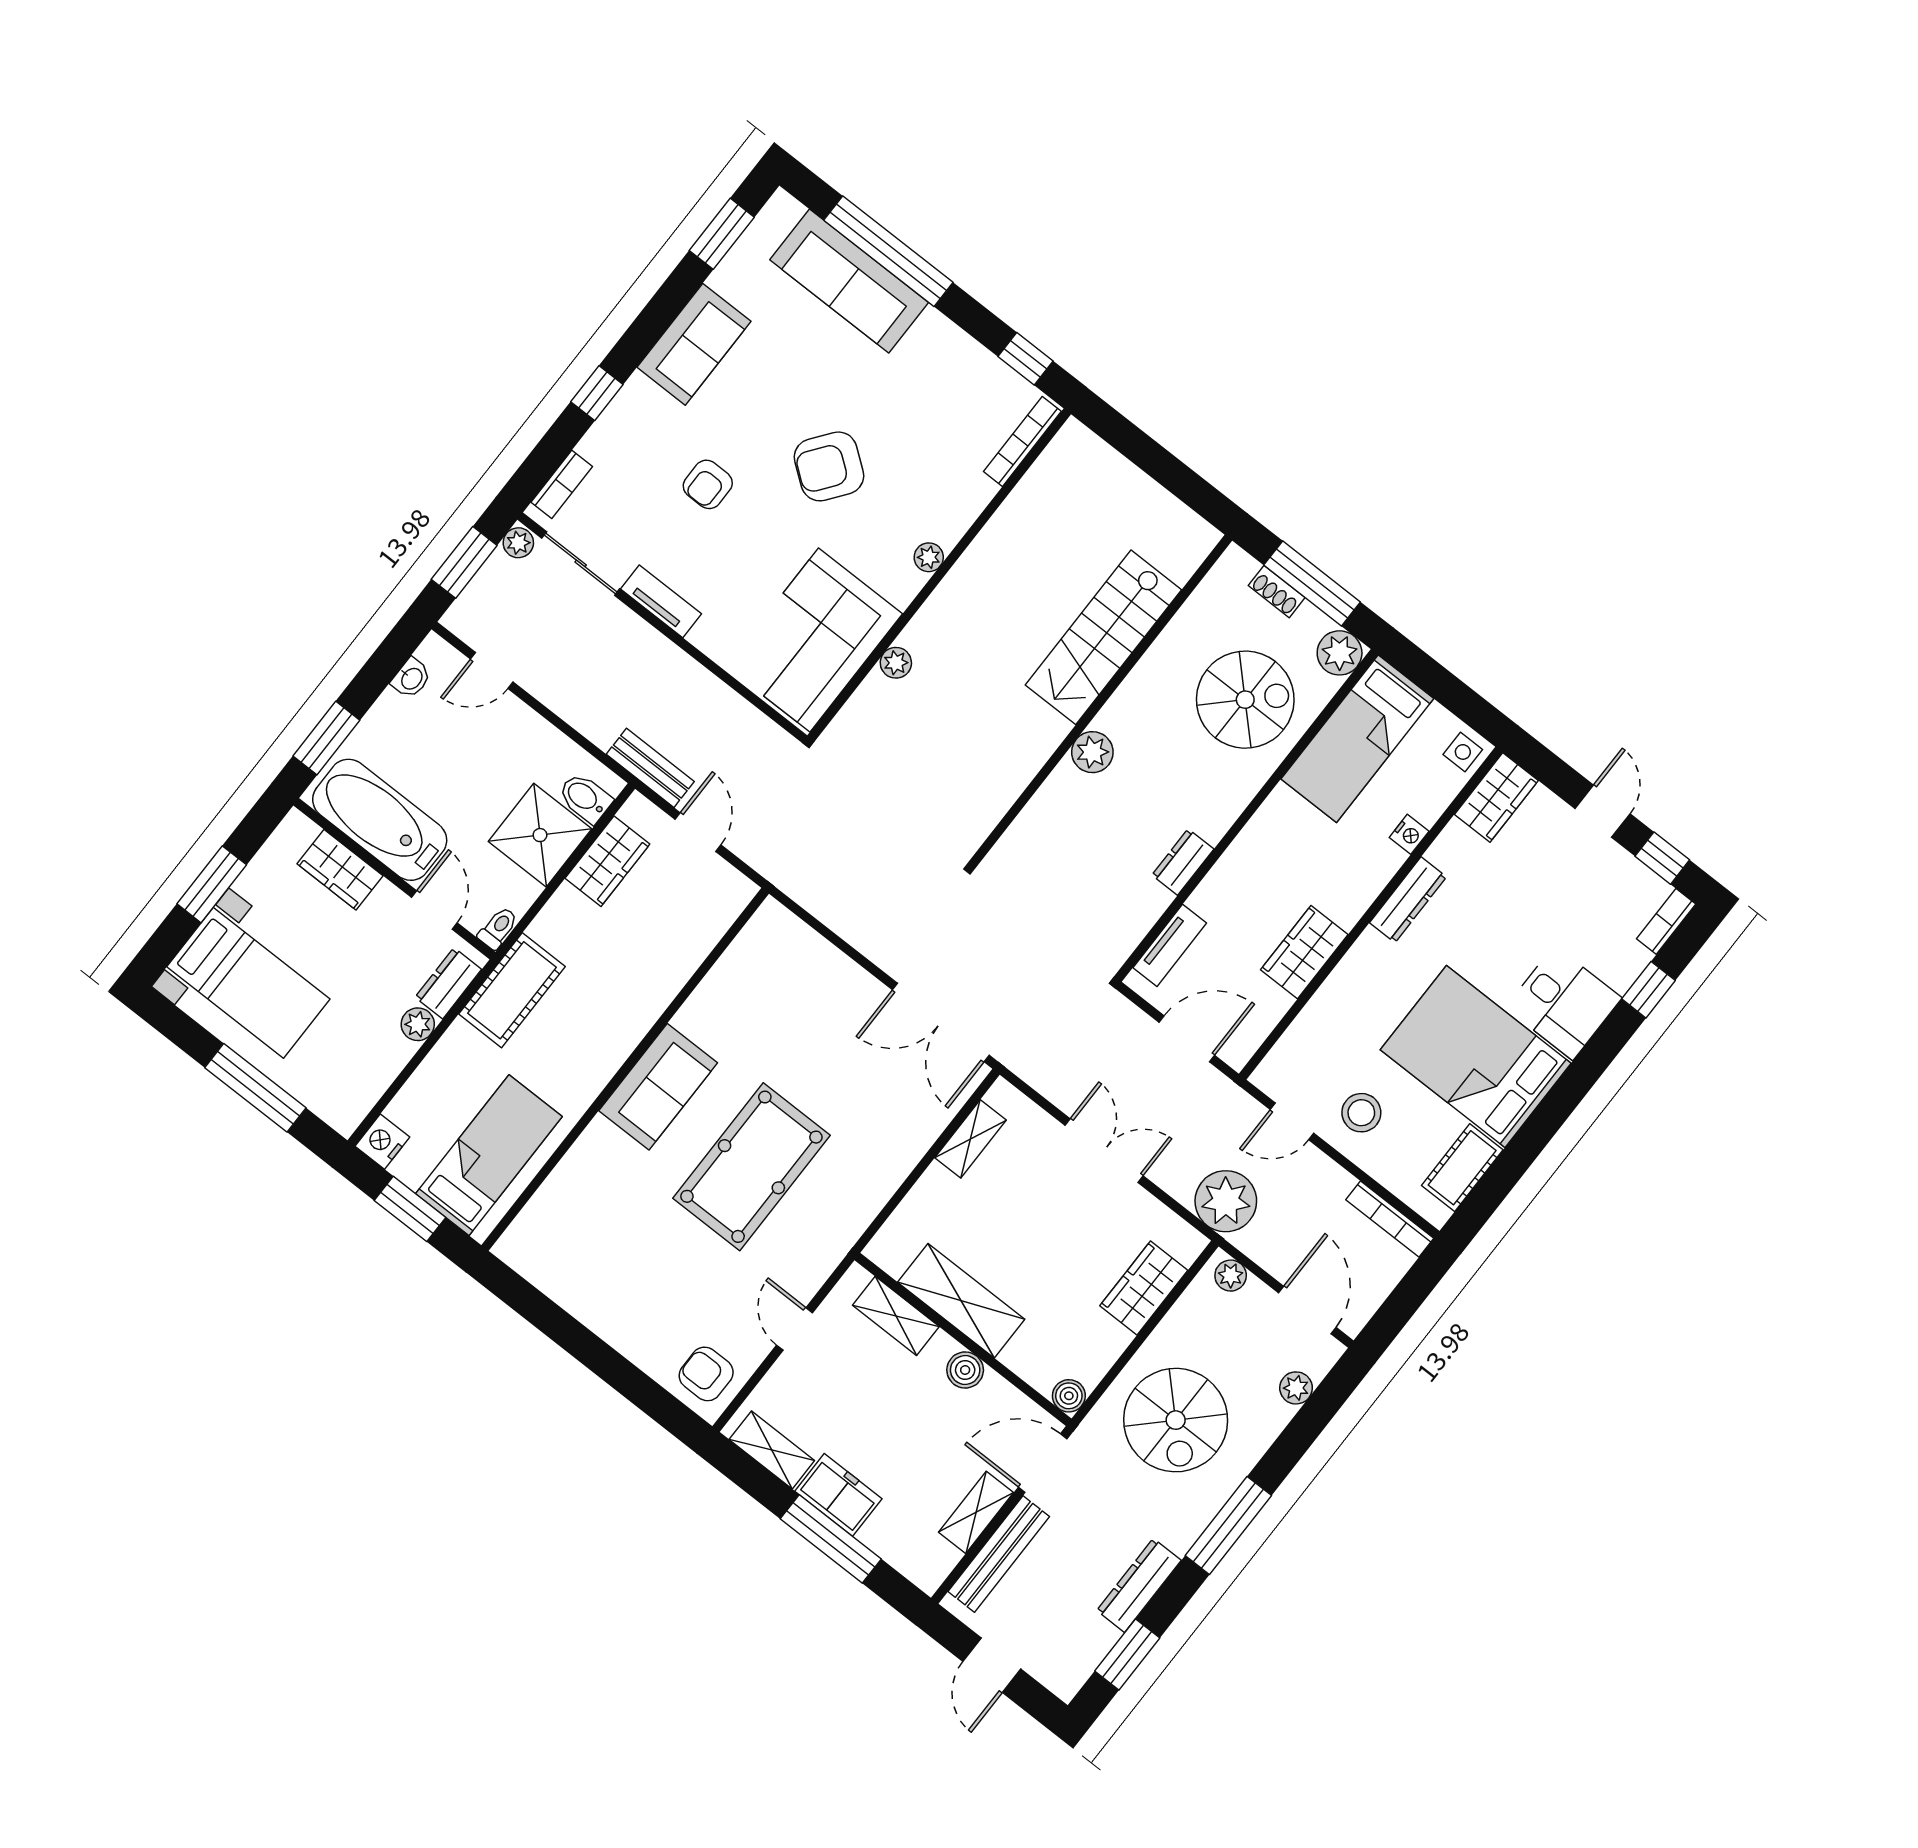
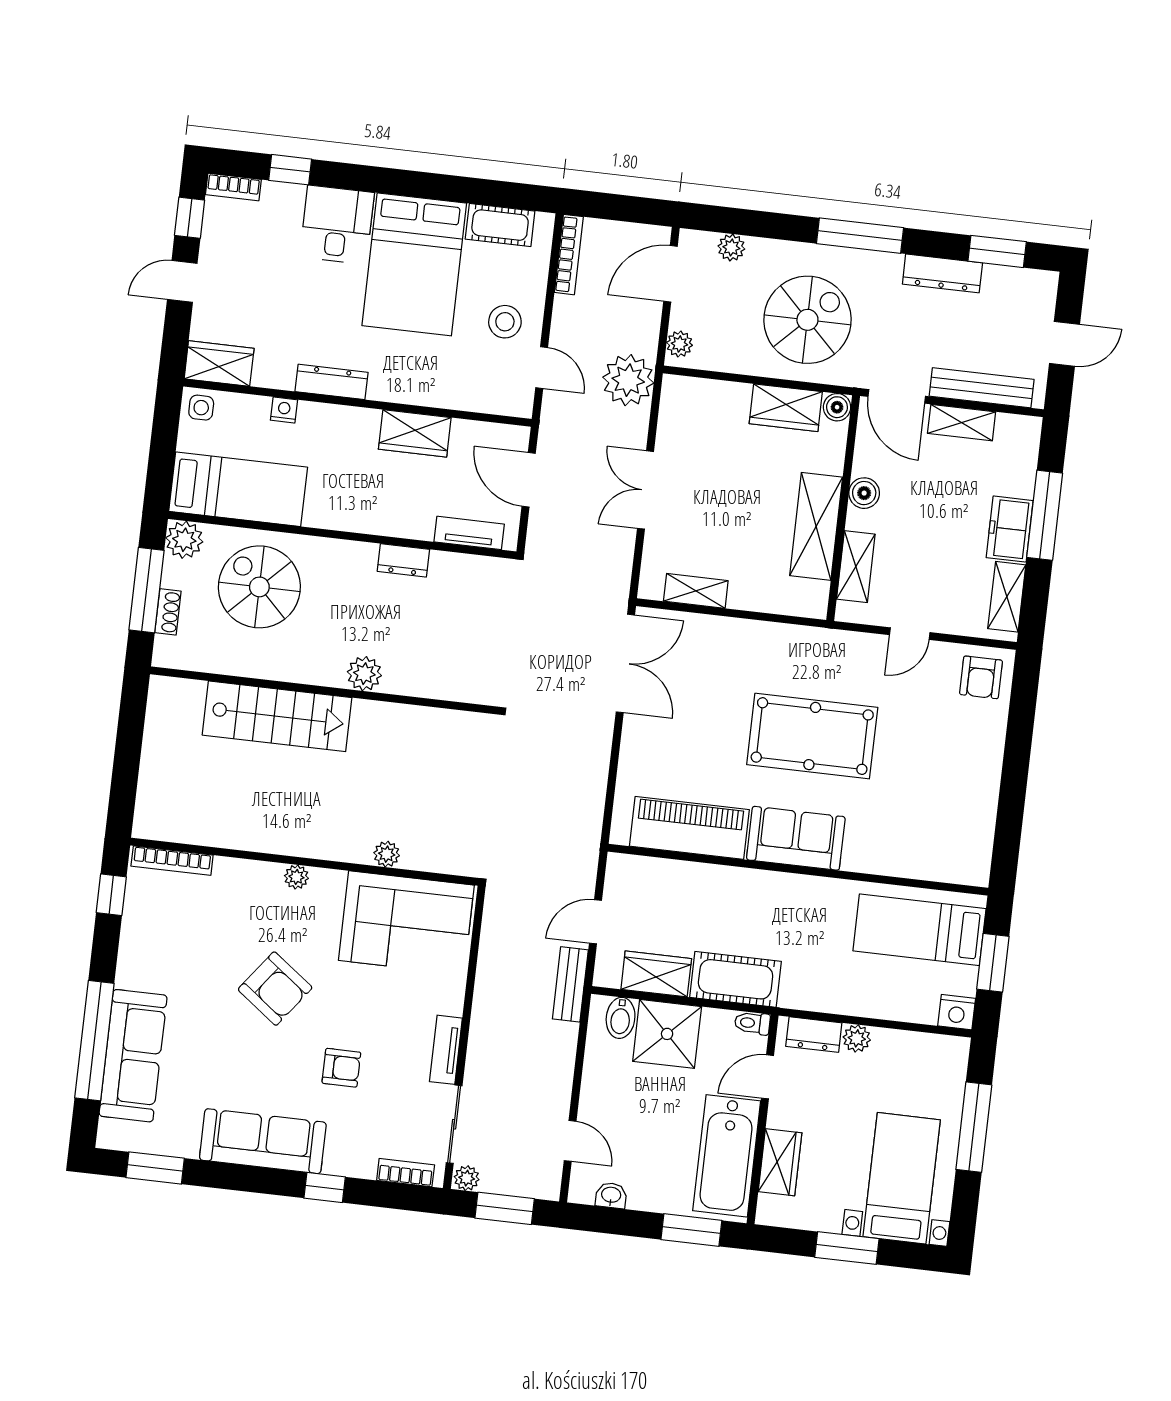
sofa: (694, 344) -> (263, 1141), width x1.36
piano: (735, 985) -> (689, 828), added
cot: (512, 990) -> (736, 979), moved
wardrobe: (1144, 1288) -> (786, 408), moved

